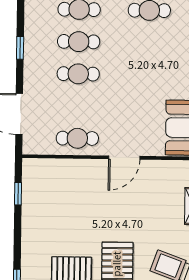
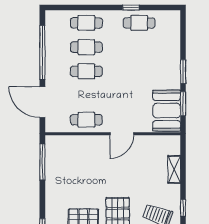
window: (20, 48) -> (42, 52), width x3.17
window: (18, 194) -> (42, 162), width x2.17

